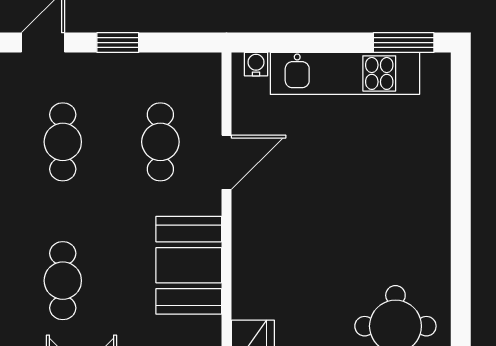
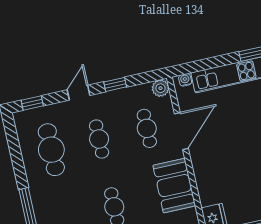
plant: (205, 69) -> (160, 88), added
door: (227, 162) -> (181, 131), width x1.36

